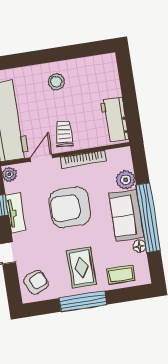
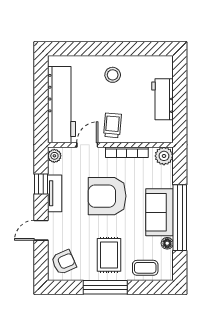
workbench: (115, 120) -> (163, 99), moved
plant: (126, 180) -> (164, 156), moved

